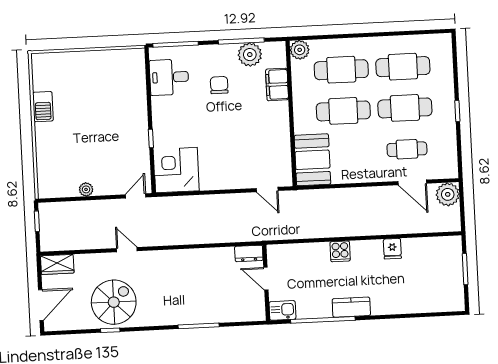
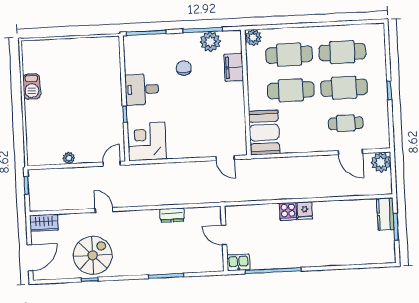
desk: (169, 77) -> (142, 89), moved
fridge: (392, 249) -> (305, 211), moved
dresser: (249, 253) -> (172, 215), moved
kitchen counter: (351, 307) -> (386, 214), moved, turned -90

